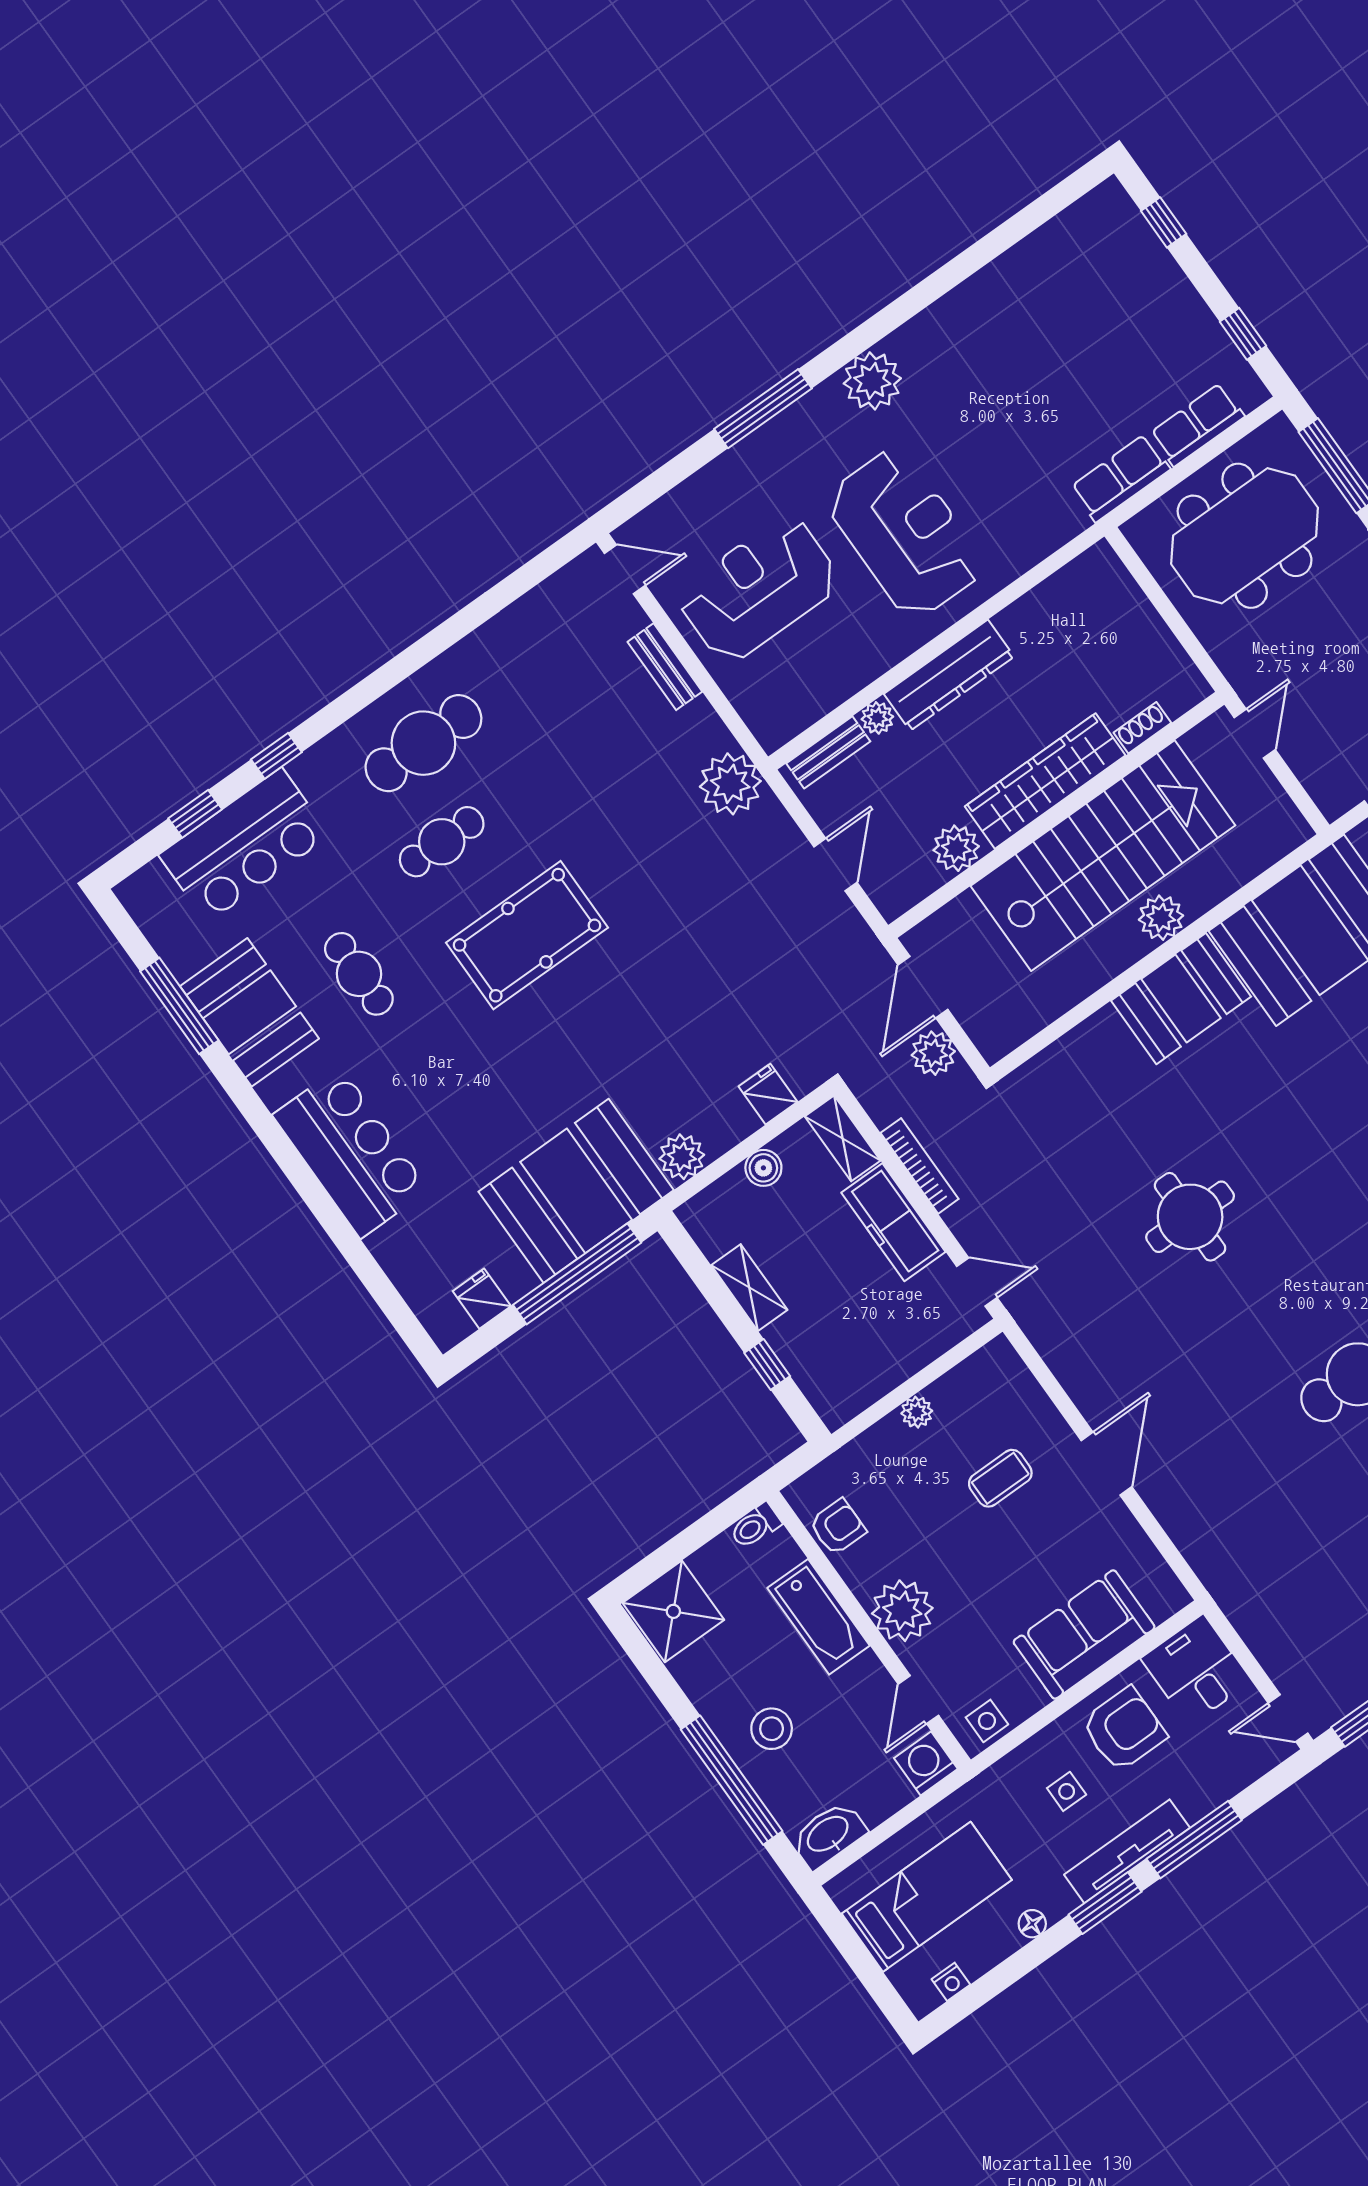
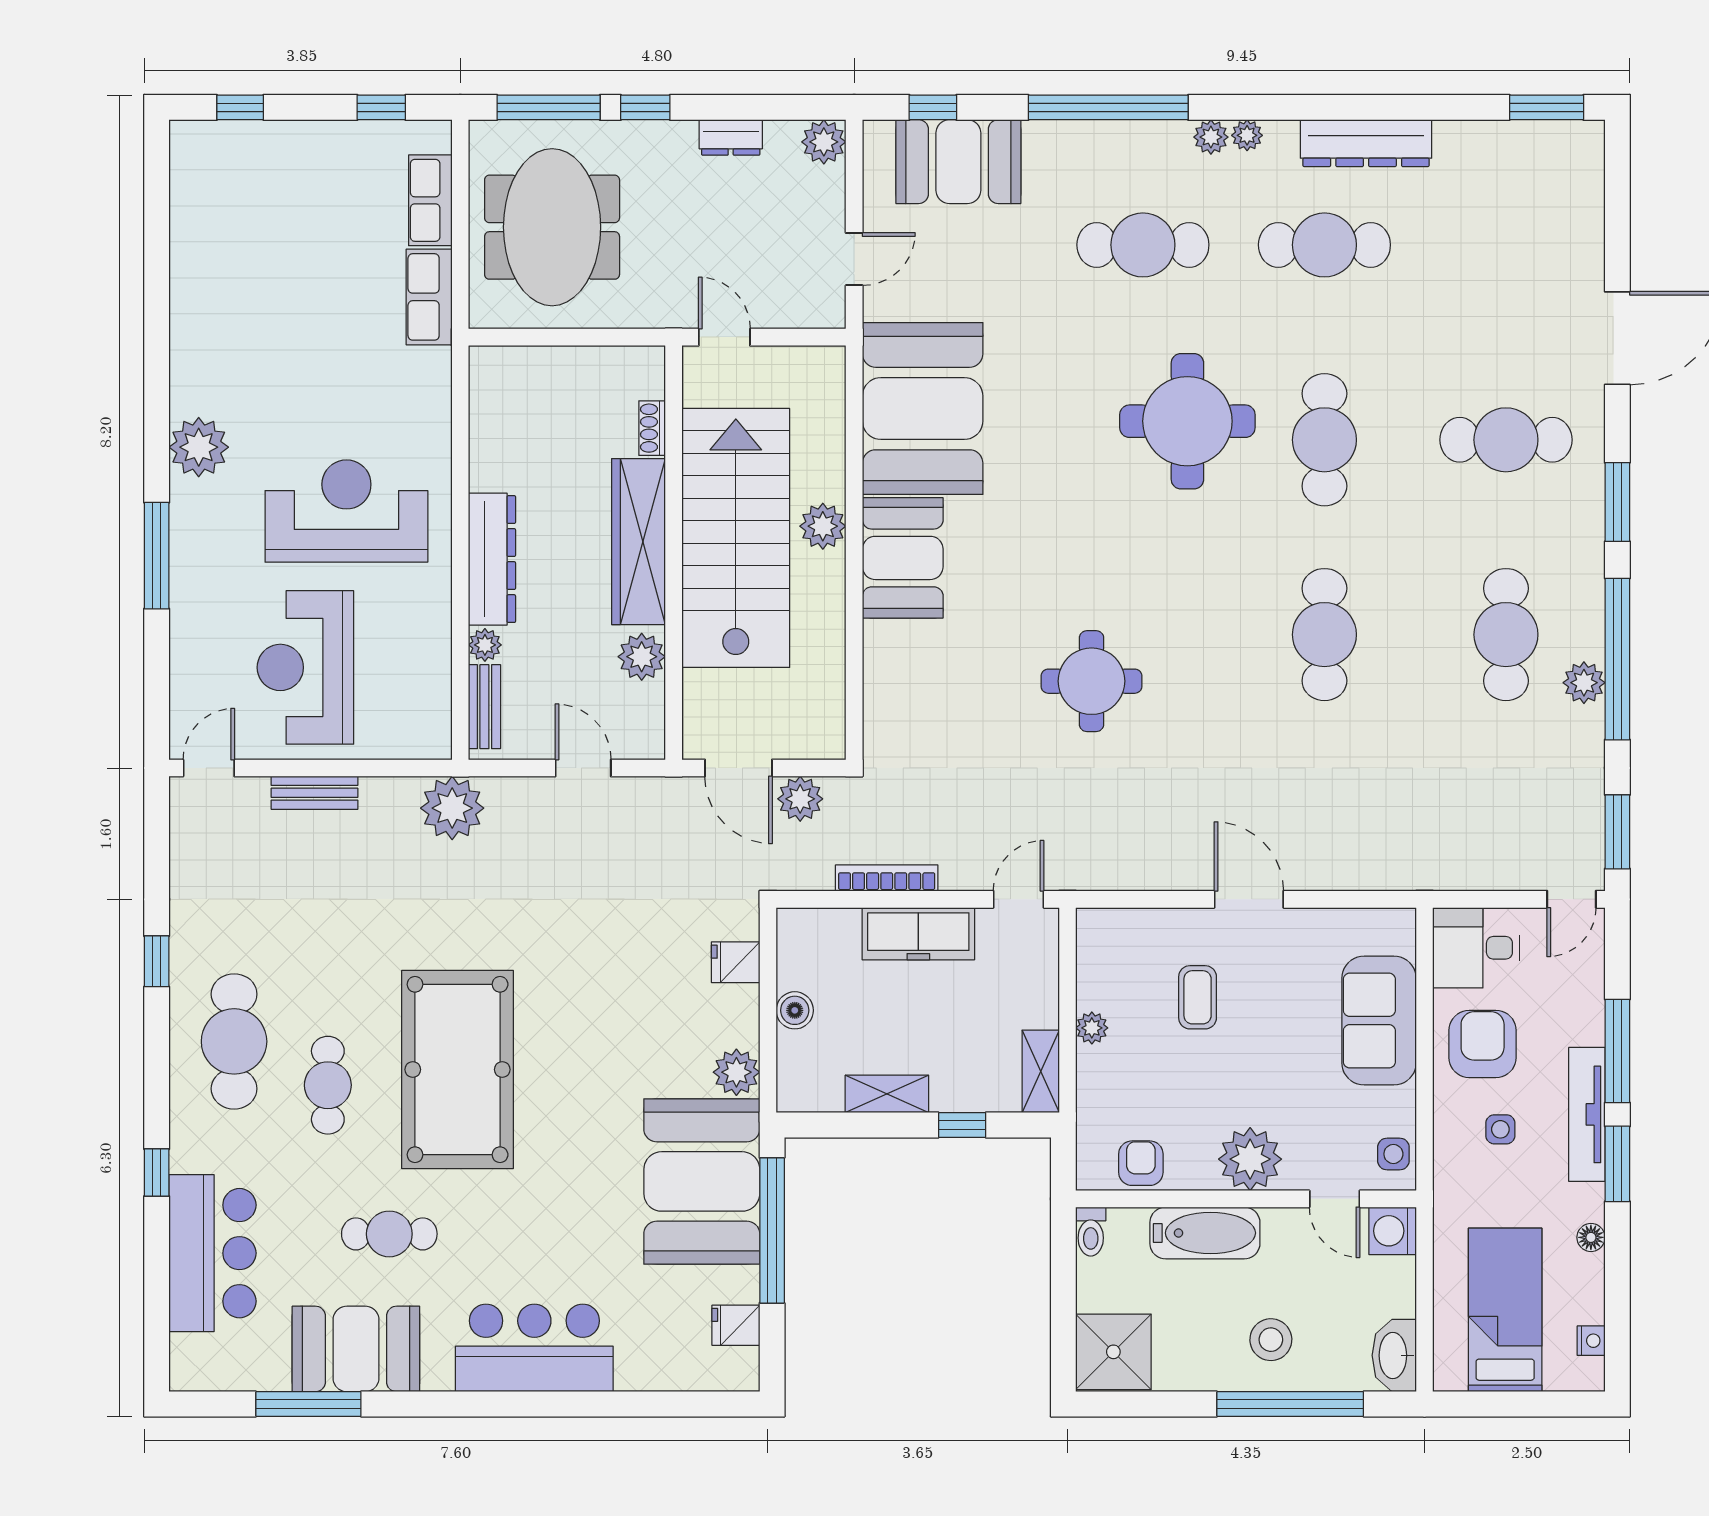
window: (195, 814) -> (157, 961), moved
pool table: (527, 935) -> (458, 1070), width x1.36, depth x1.32
shelving: (843, 1138) -> (1041, 1071), moved, turned 90

